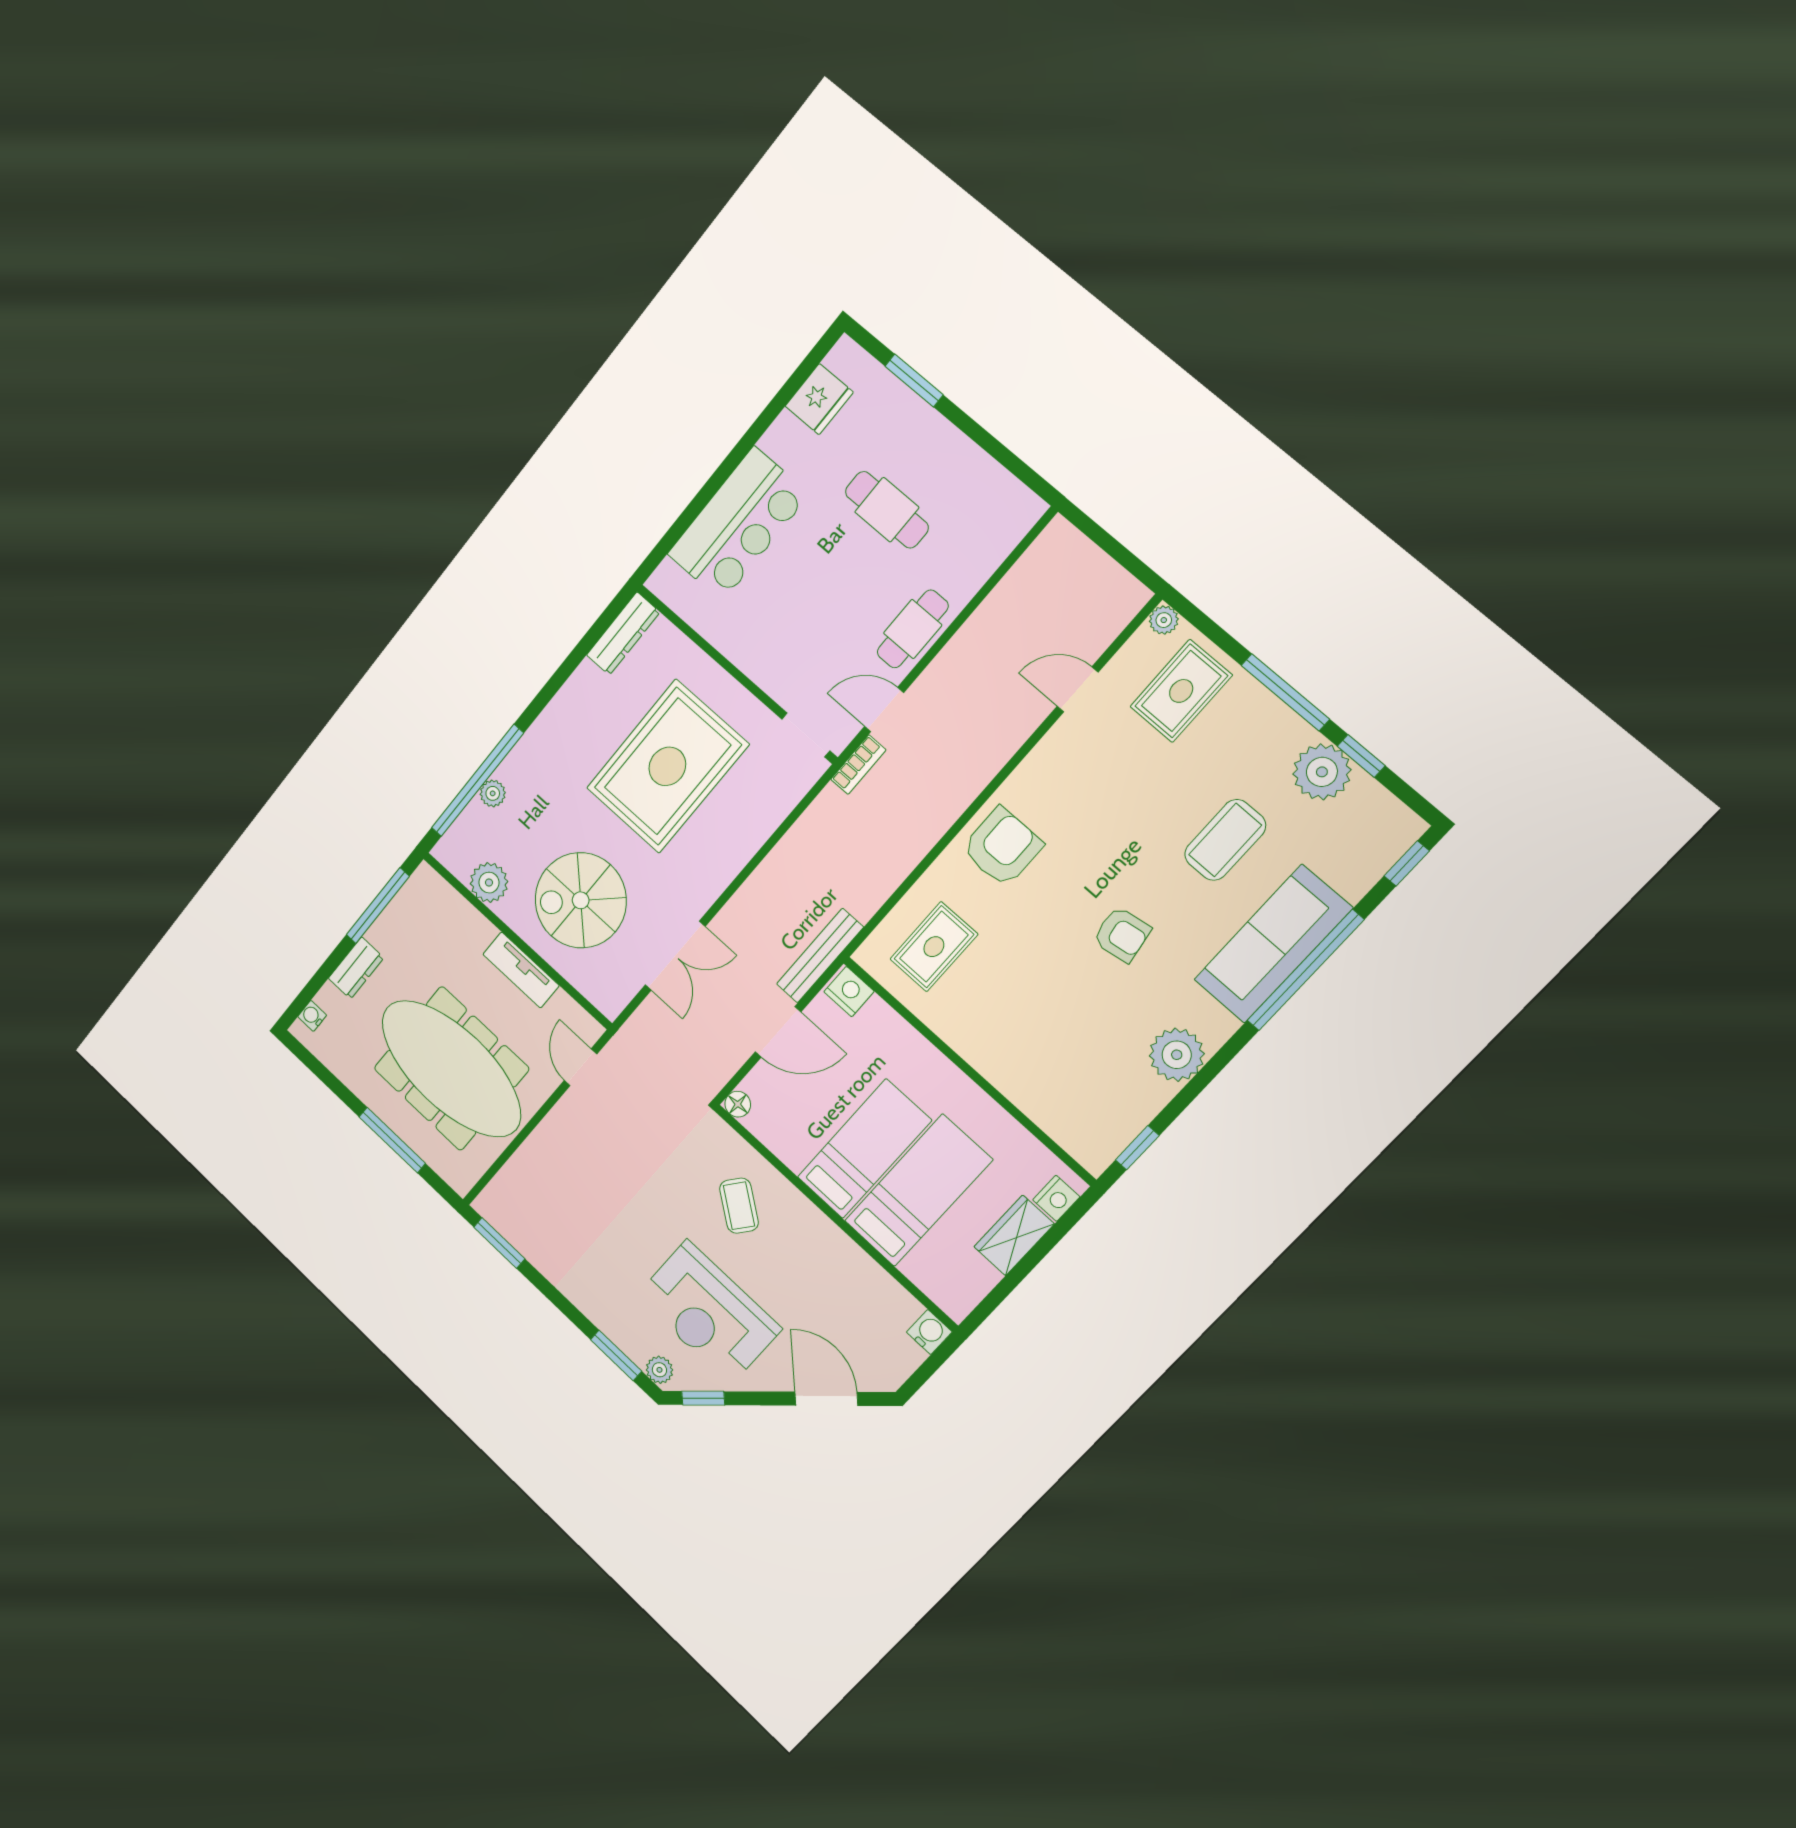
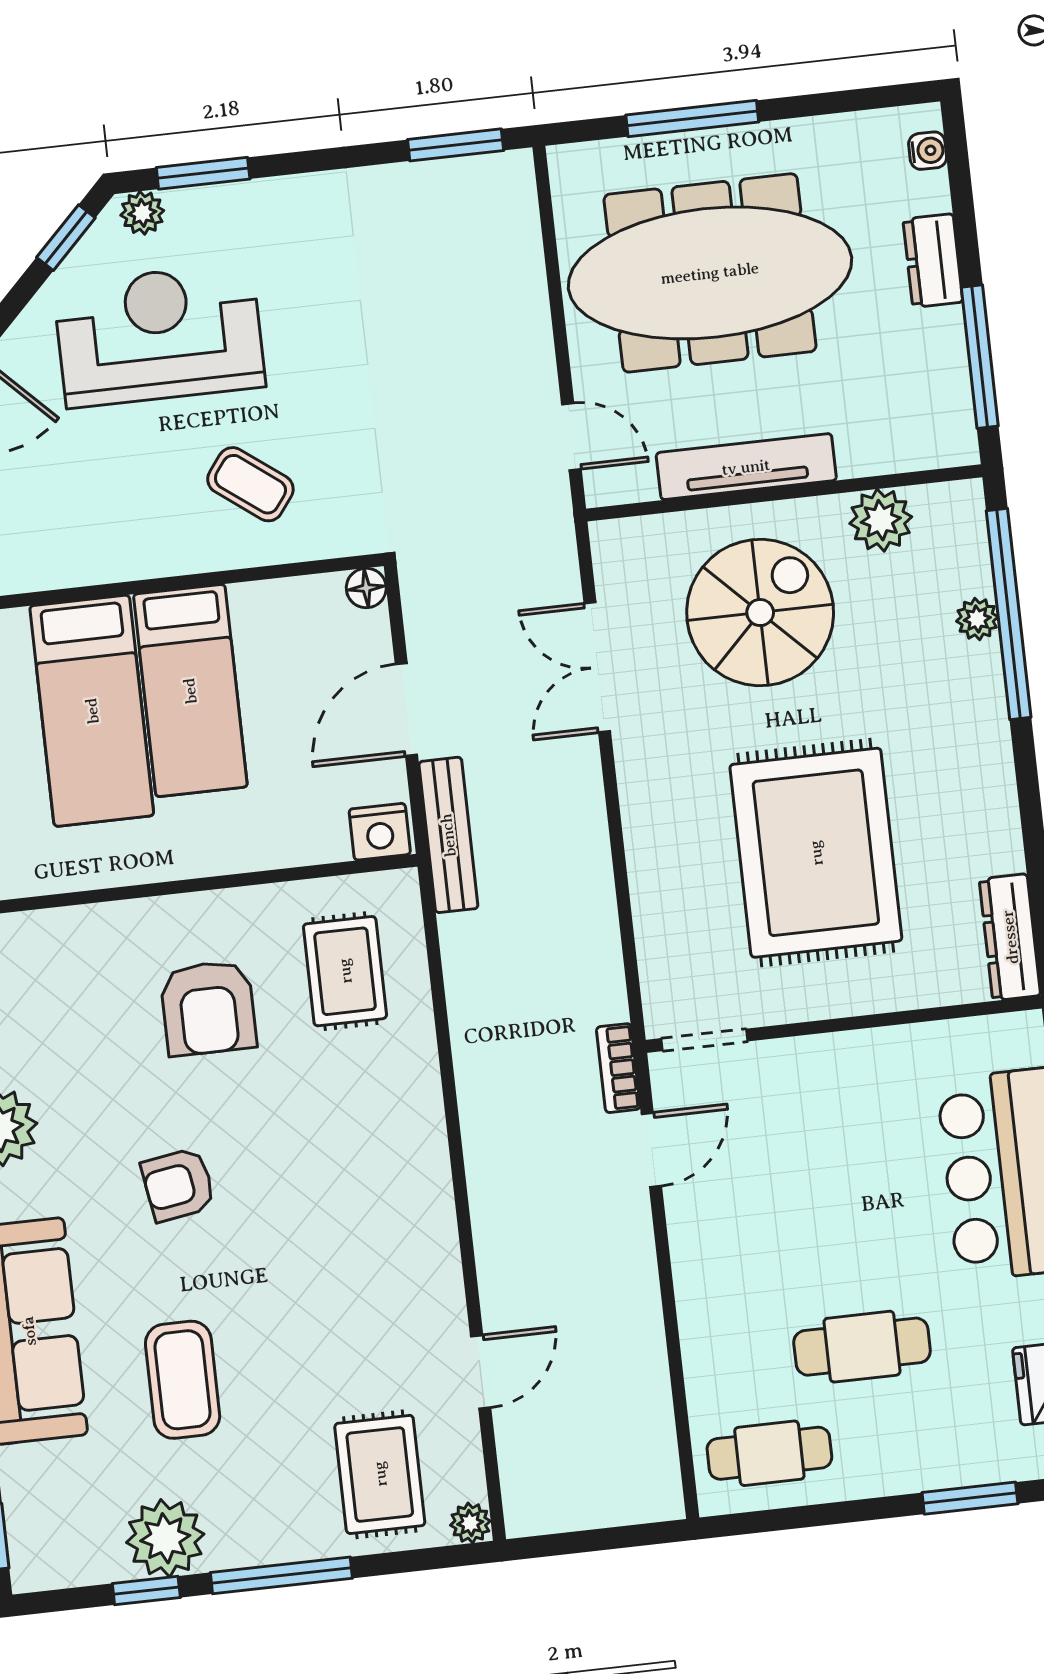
cafe table: (913, 629) -> (769, 1453), moved, turned 90
armchair: (1002, 847) -> (208, 1008), moved
tv unit: (521, 970) -> (746, 467), width x1.41

